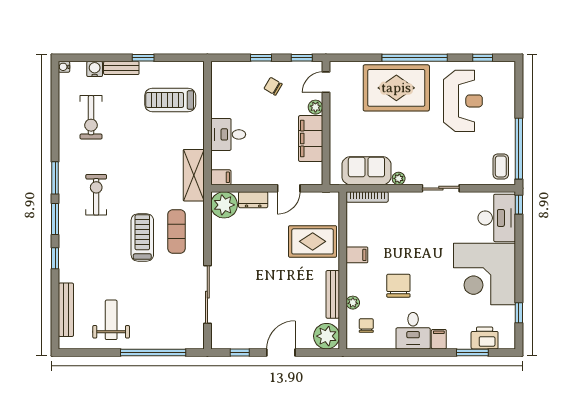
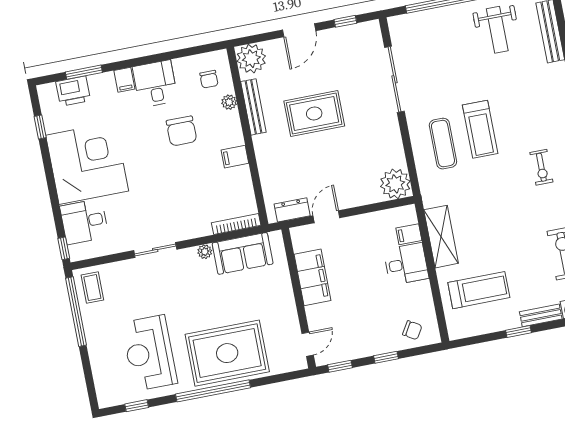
chair: (273, 86) -> (412, 330), moved
plant: (315, 107) -> (314, 314), removed
shelving: (194, 175) -> (441, 237), moved
filing cabinet: (221, 177) -> (409, 234), moved
exercise bike: (96, 195) -> (541, 167), width x0.73, depth x0.72
dresser: (253, 200) -> (292, 210), moved
desk: (497, 218) -> (84, 221), width x0.73
rug: (313, 241) -> (314, 113), moved

